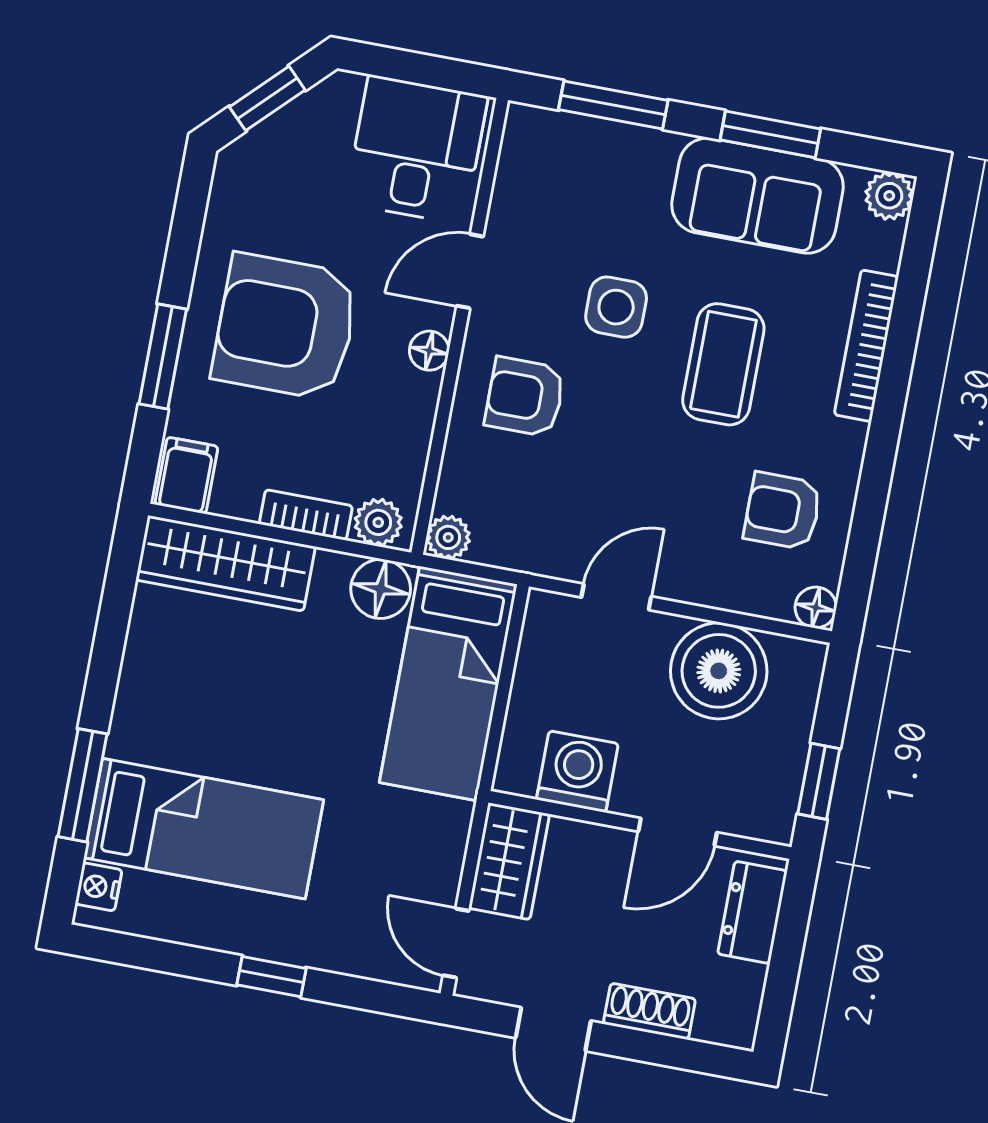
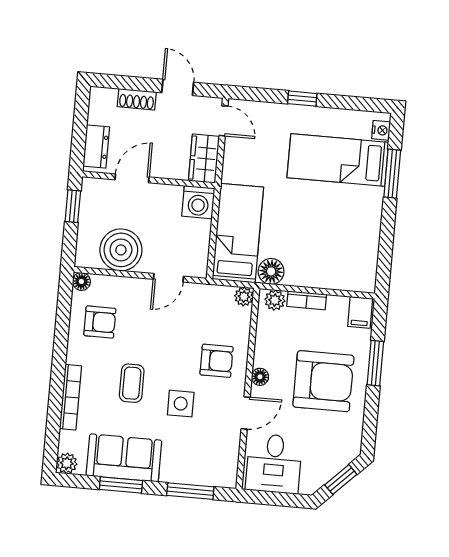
coffee table: (723, 364) -> (132, 383), width x0.73, depth x0.77
wardrobe: (226, 563) -> (339, 276), removed
washing machine: (577, 772) -> (198, 202), moved

